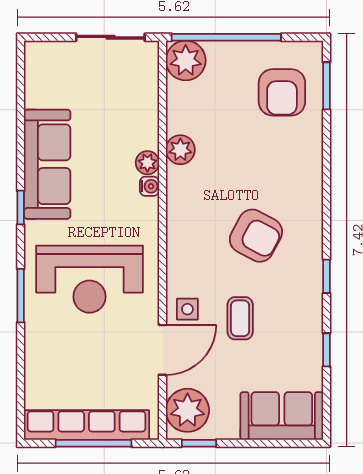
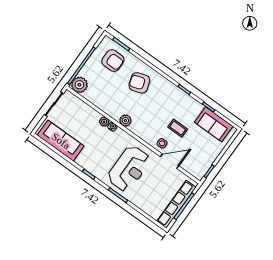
plant: (180, 150) -> (125, 121), moved
sofa: (47, 164) -> (61, 141), moved
armchair: (256, 236) -> (139, 83), moved, turned -136
door: (162, 350) -> (170, 161), hinge flipped
plant: (187, 410) -> (196, 167), removed
sofa: (282, 416) -> (214, 124), moved, turned -90

